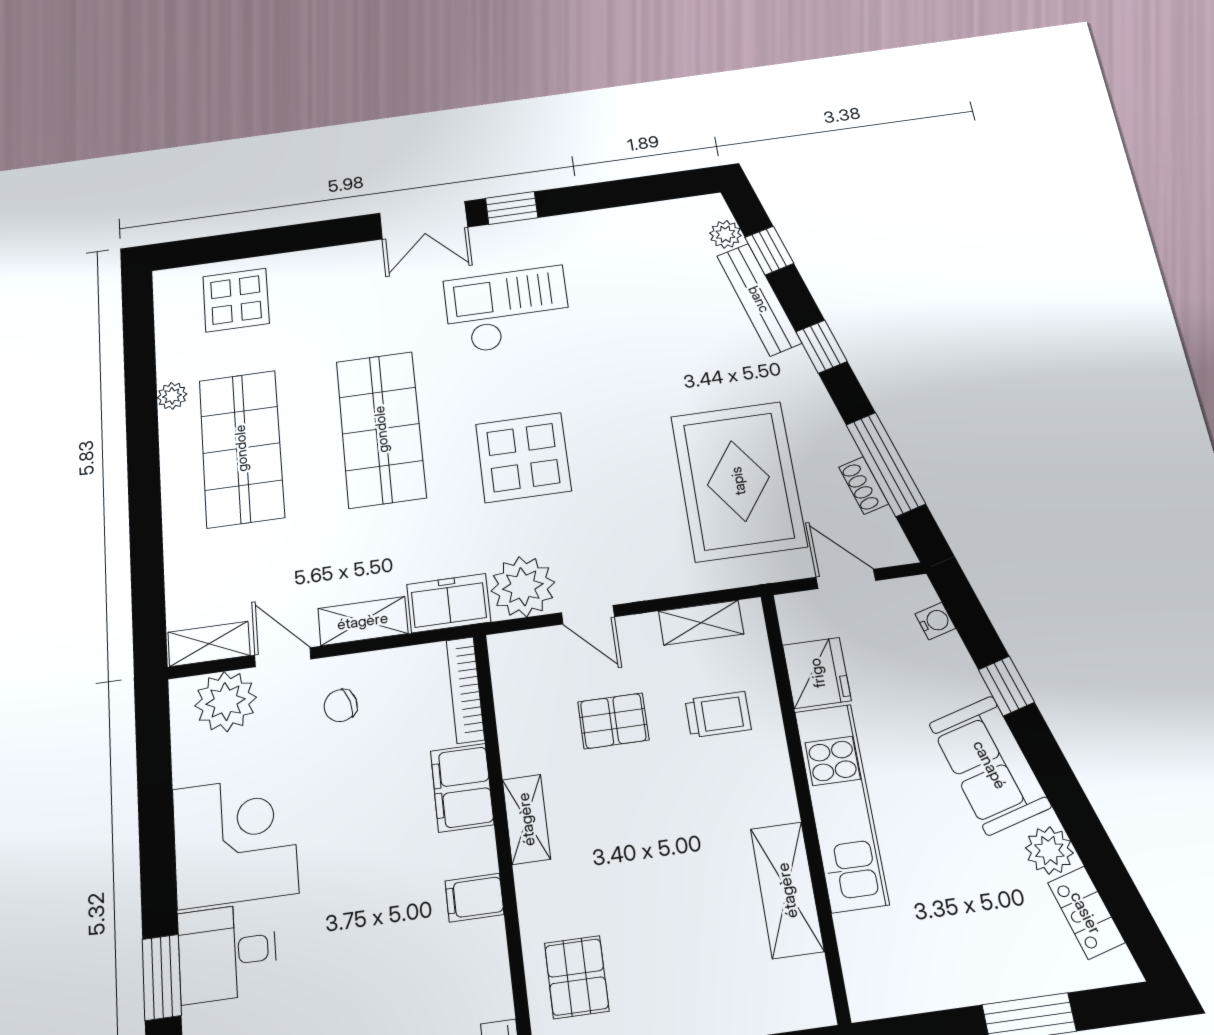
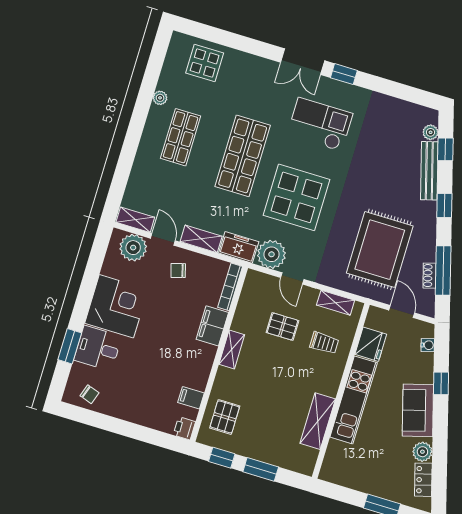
shop shelf: (241, 448) -> (181, 137), width x0.70, depth x0.74
display table: (523, 457) -> (296, 197), width x1.36, depth x1.36
filing cabinet: (474, 898) -> (191, 398), moved

